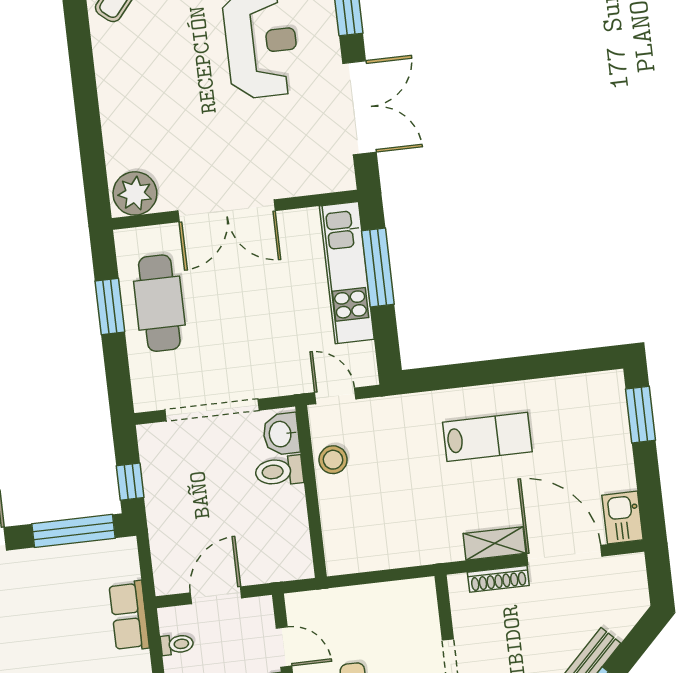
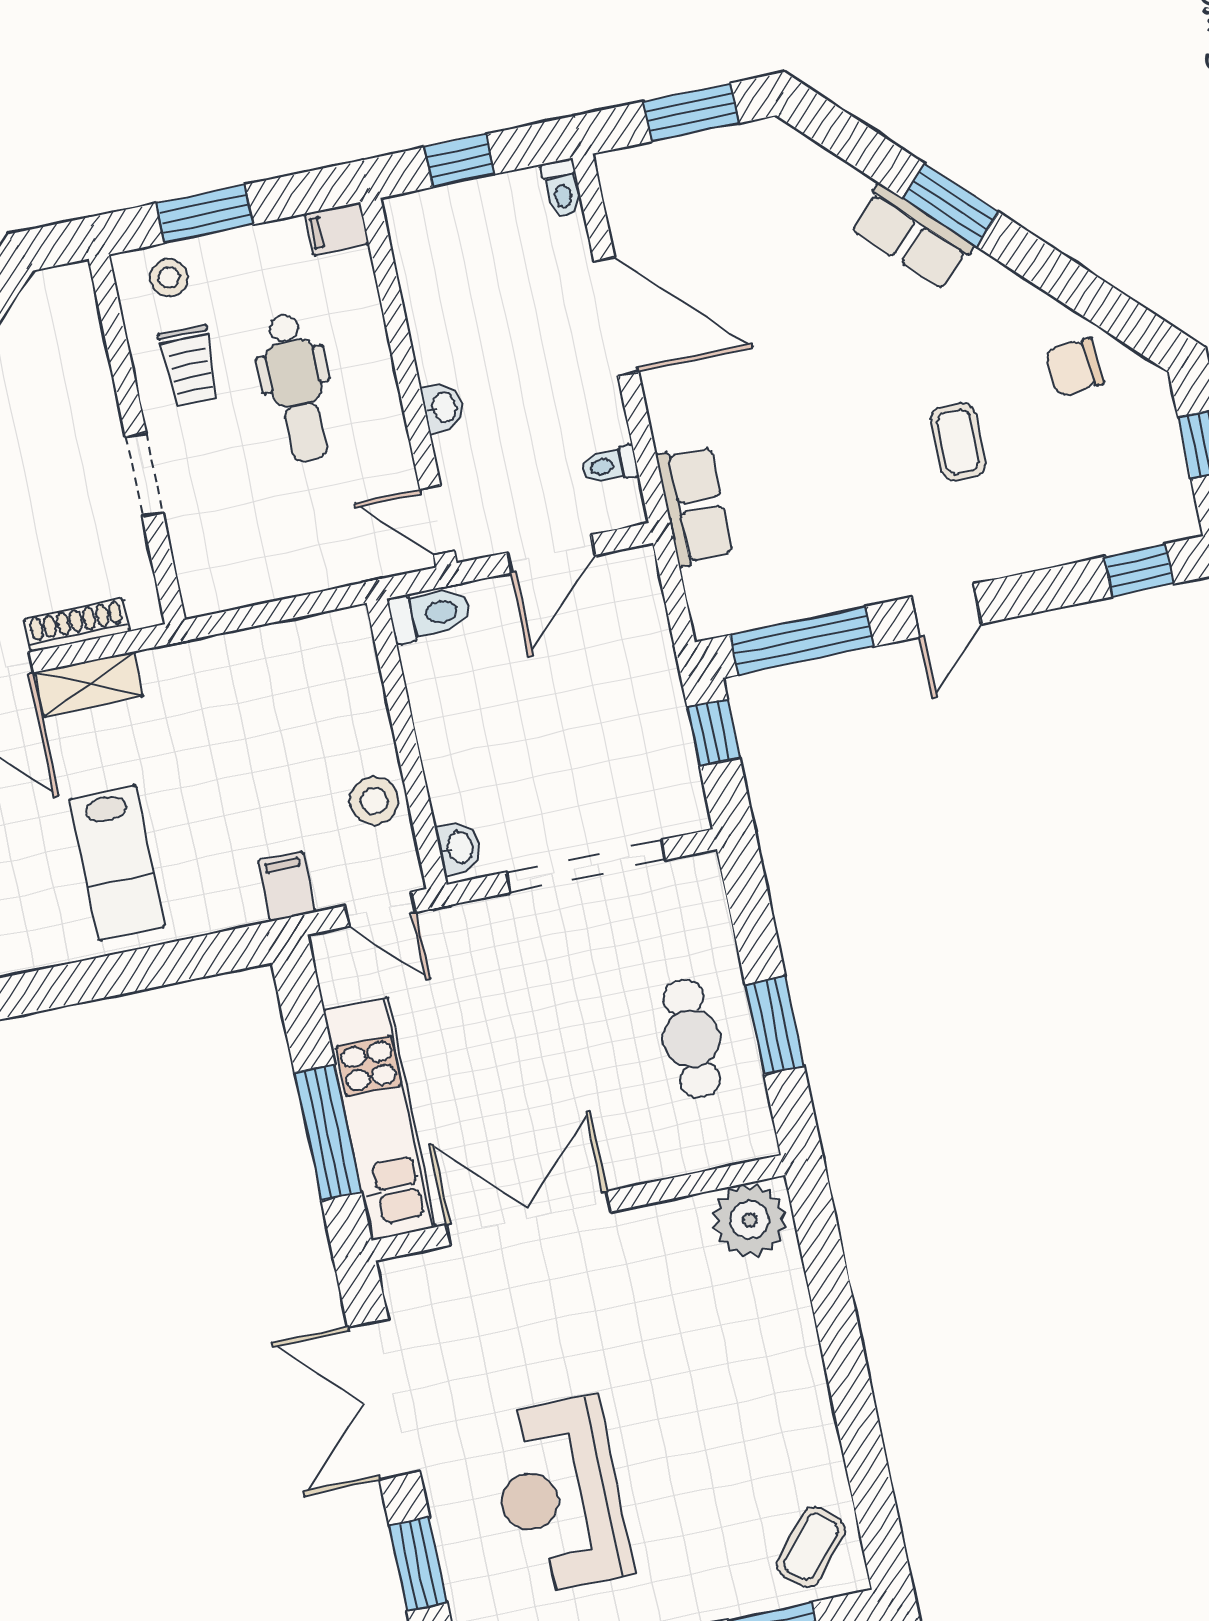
double door: (227, 211) -> (529, 1218), moved
cafe table: (159, 303) -> (692, 1039), width x0.73, depth x0.74
filing cabinet: (389, 414) -> (287, 886), added
washbasin: (281, 434) -> (459, 847), width x0.72, depth x0.69
lab bench: (487, 437) -> (117, 863), turned -90
toilet: (279, 471) -> (430, 614), moved
door: (284, 647) -> (437, 520), moved

